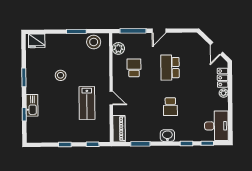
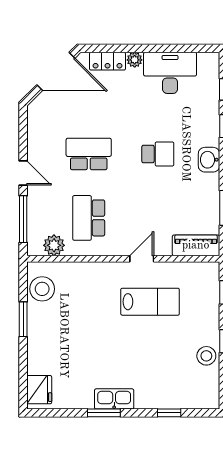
door: (217, 49) -> (56, 71), width x1.88
school desk: (134, 68) -> (89, 218), width x1.85
school desk: (170, 68) -> (89, 154), turned 180
stool: (61, 75) -> (206, 356), moved
kitchen sink: (32, 105) -> (114, 399), moved
desk: (216, 126) -> (170, 73), moved

